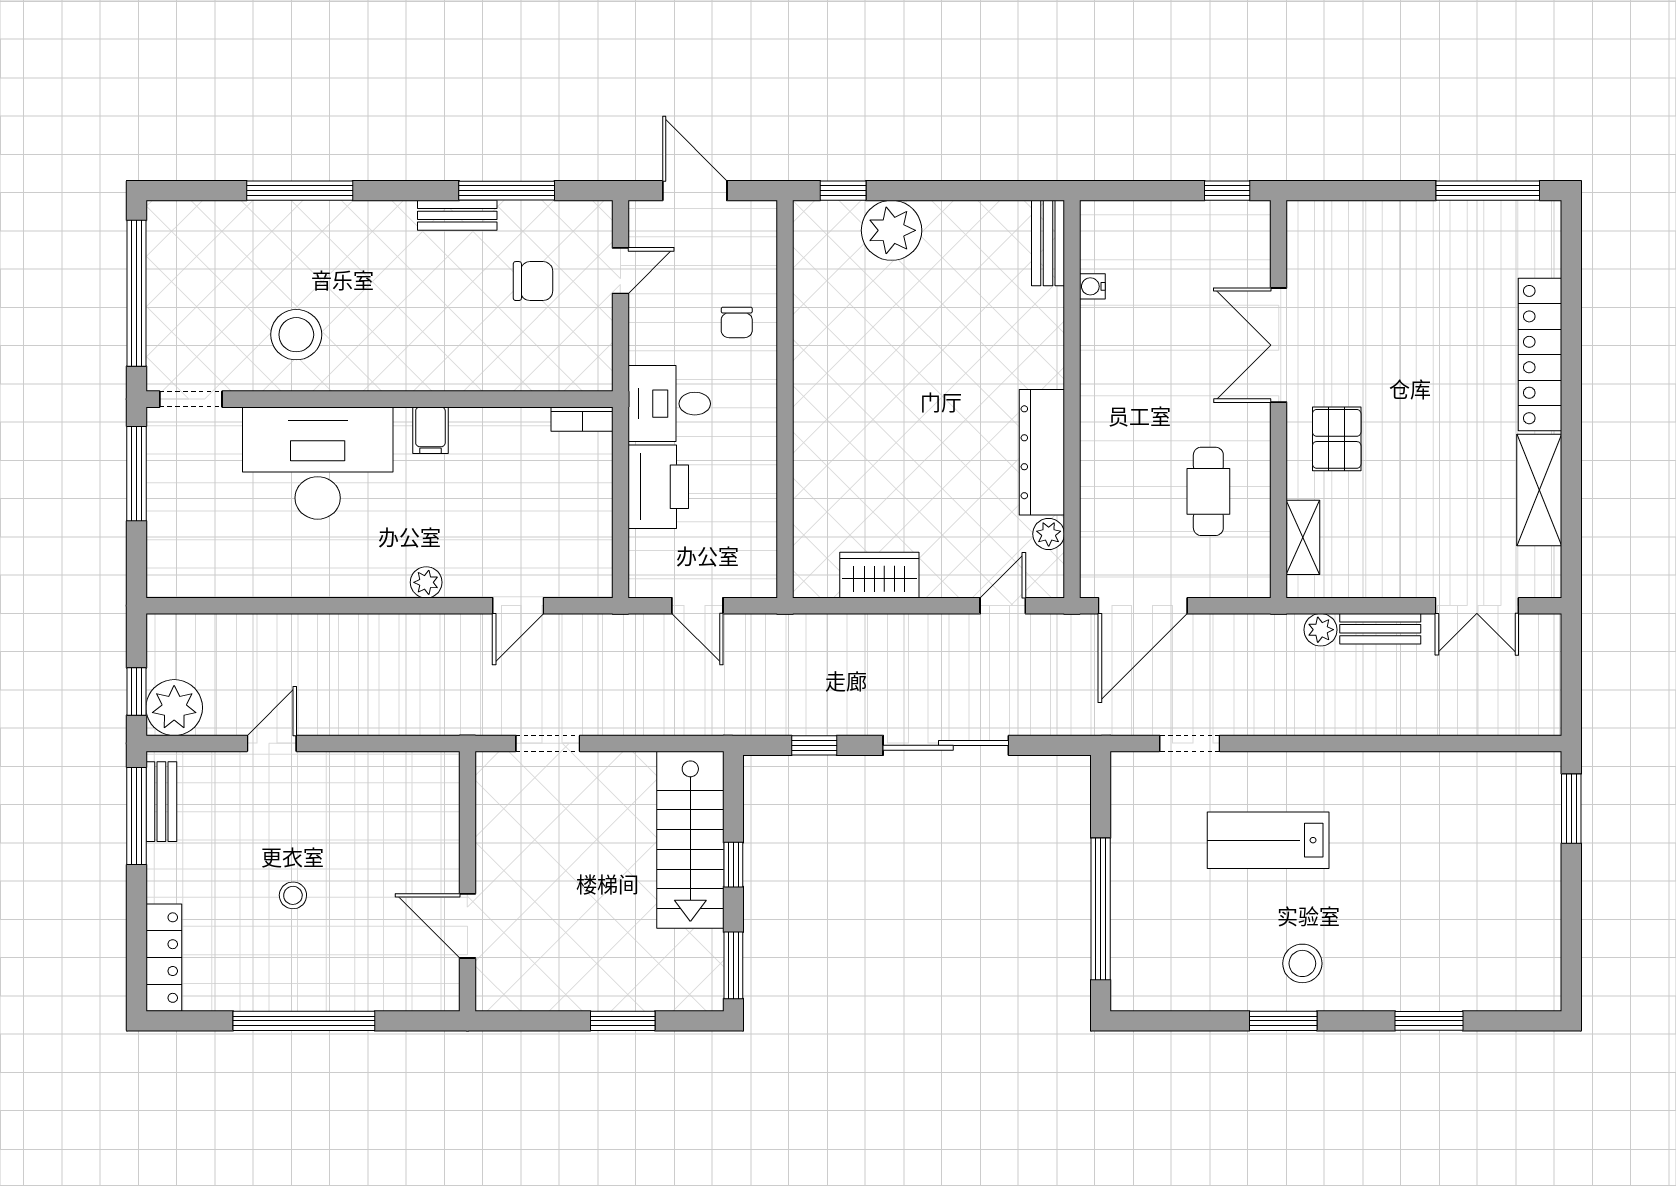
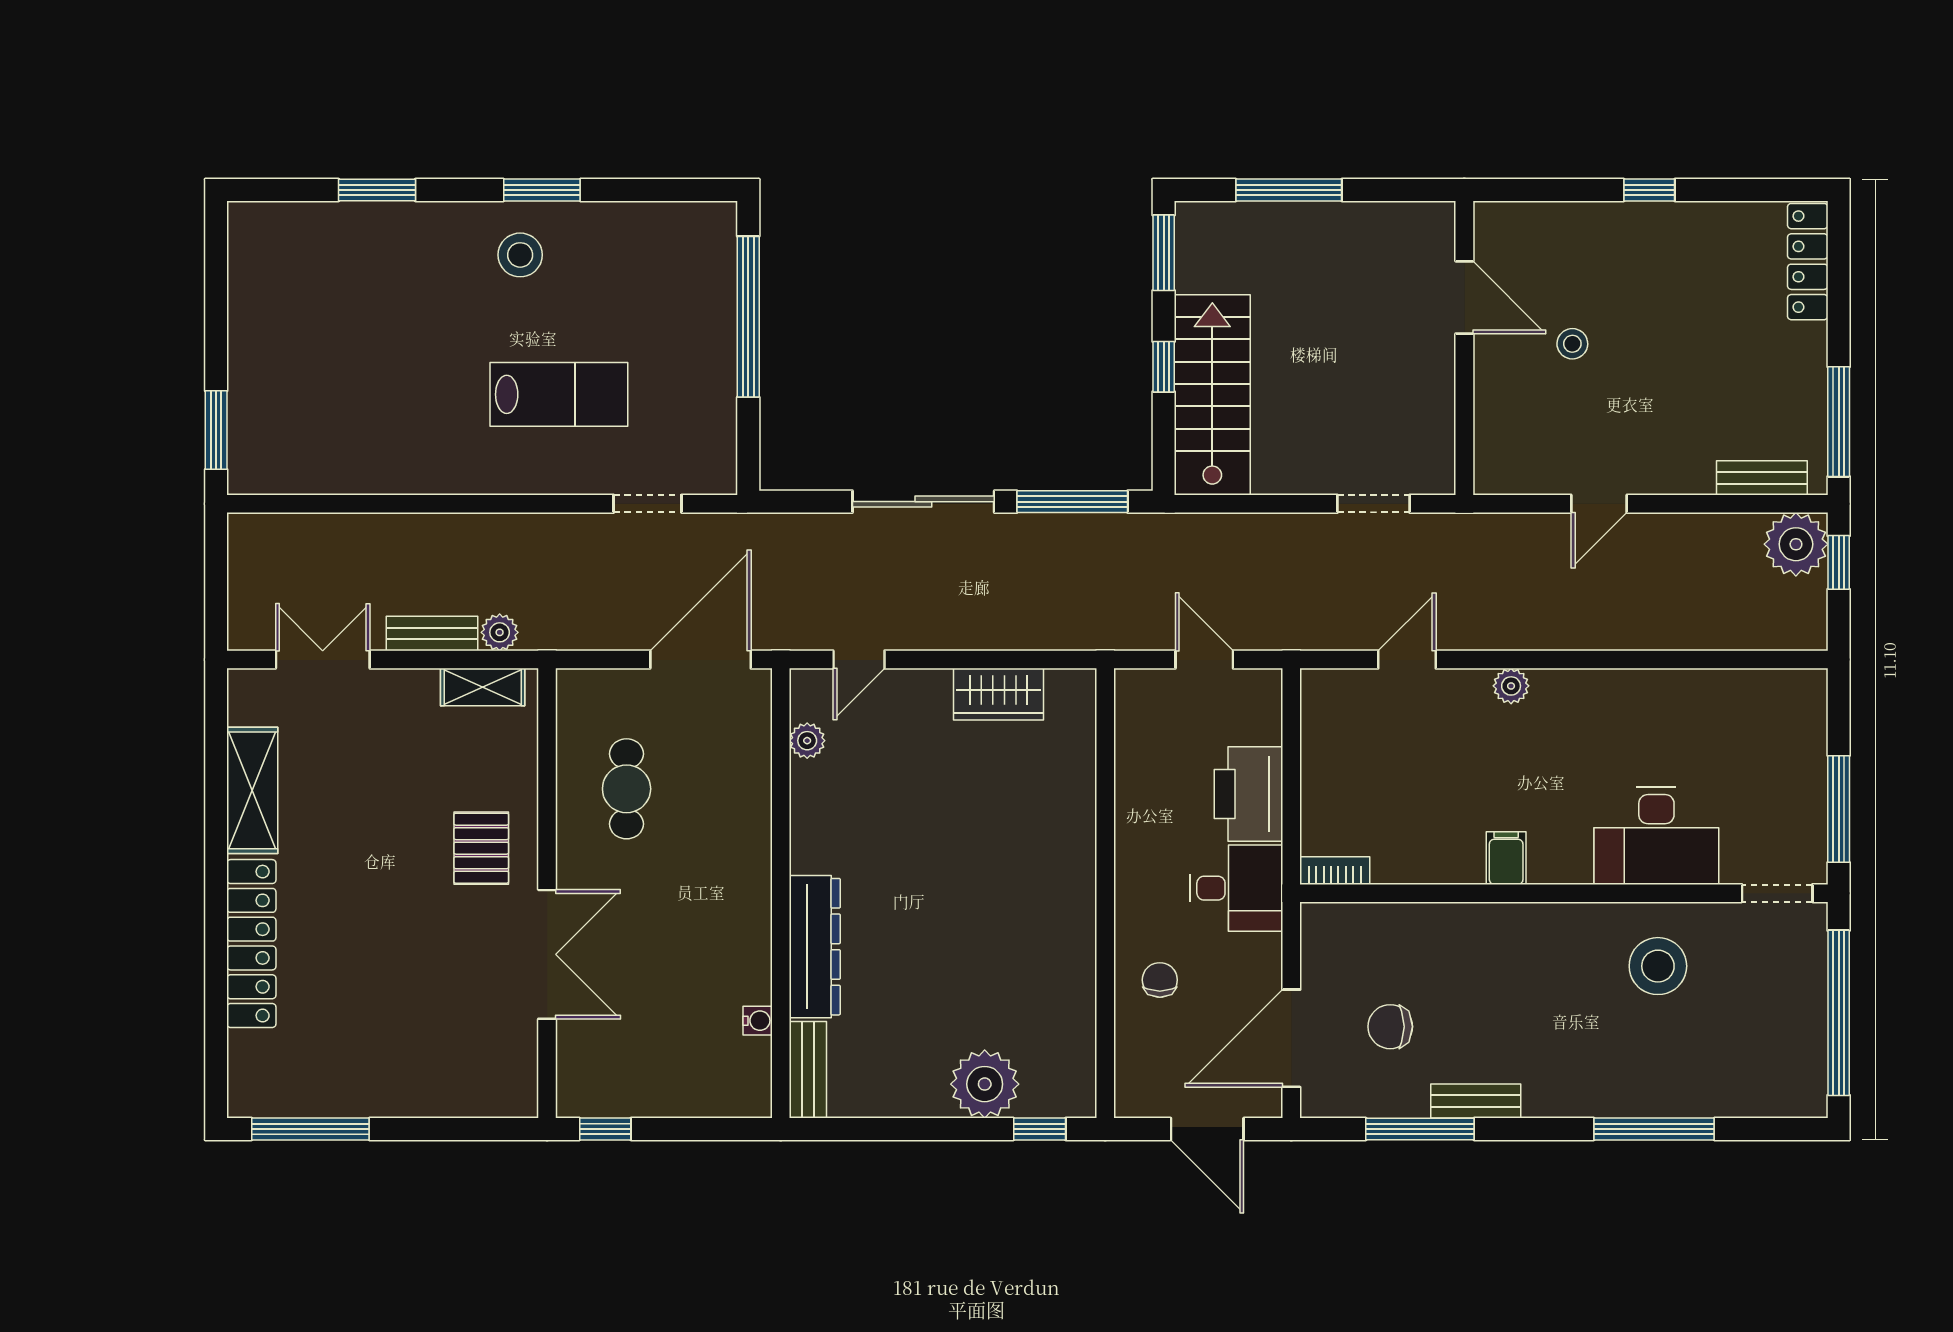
door: (620, 271) -> (1291, 1038), width x1.88
dresser: (1042, 452) -> (815, 947), moved
desk: (318, 463) -> (1656, 836), width x0.73, depth x0.77
shelving: (1303, 537) -> (483, 687), moved, turned 90
door: (272, 743) -> (1599, 504), moved
window: (814, 745) -> (1072, 502), width x2.17
bench: (161, 802) -> (1762, 478), moved, turned 90
stool: (293, 895) -> (1572, 344), moved
window: (304, 1021) -> (1649, 190), width x0.32
window: (623, 1021) -> (1289, 190), width x1.44

